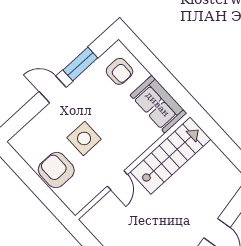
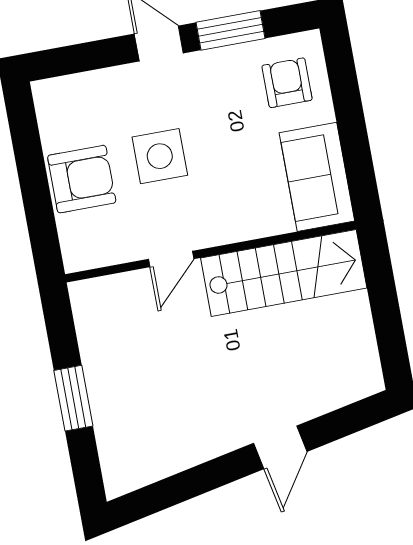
armchair: (120, 71) -> (287, 83), turned 180
armchair: (56, 170) -> (82, 179), turned 90

